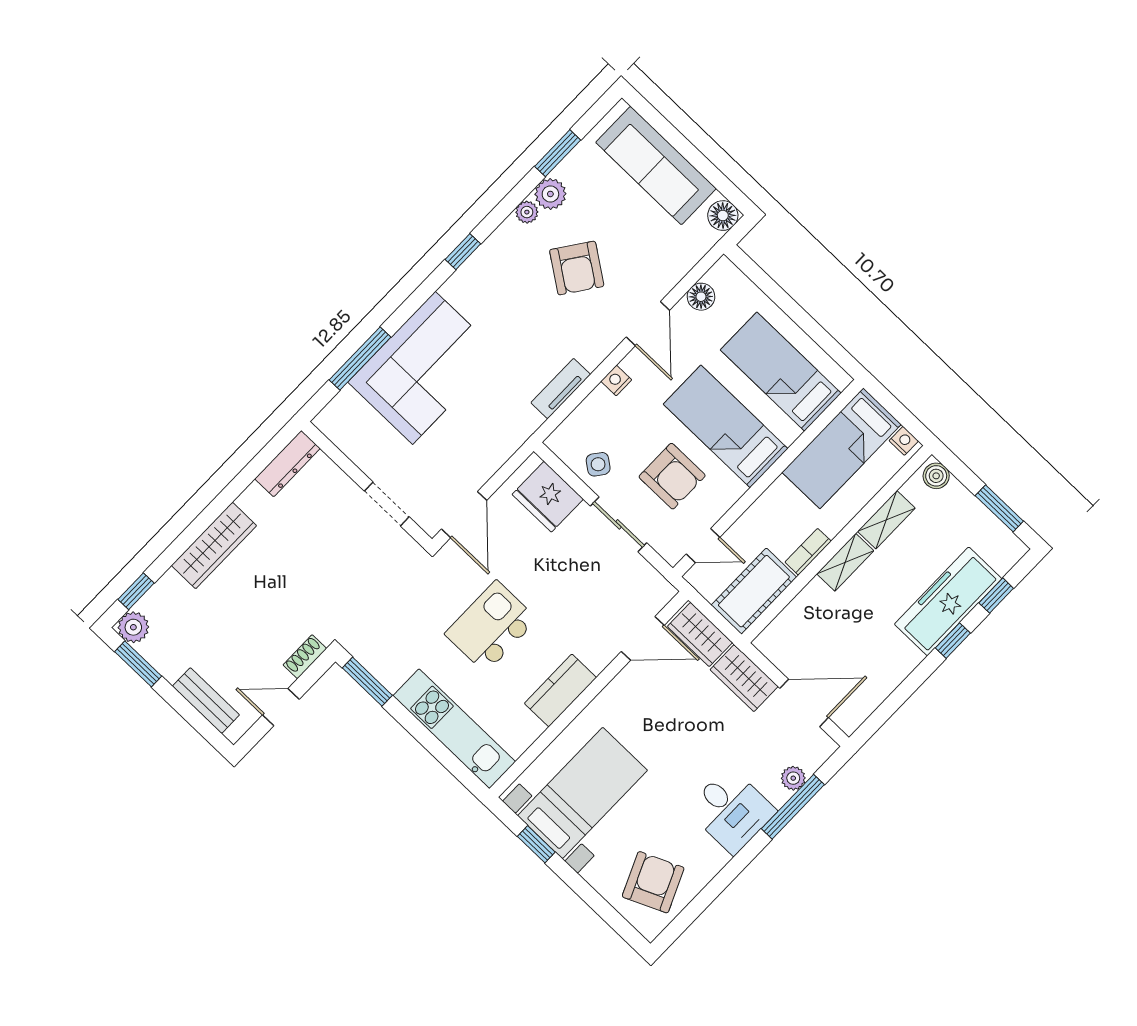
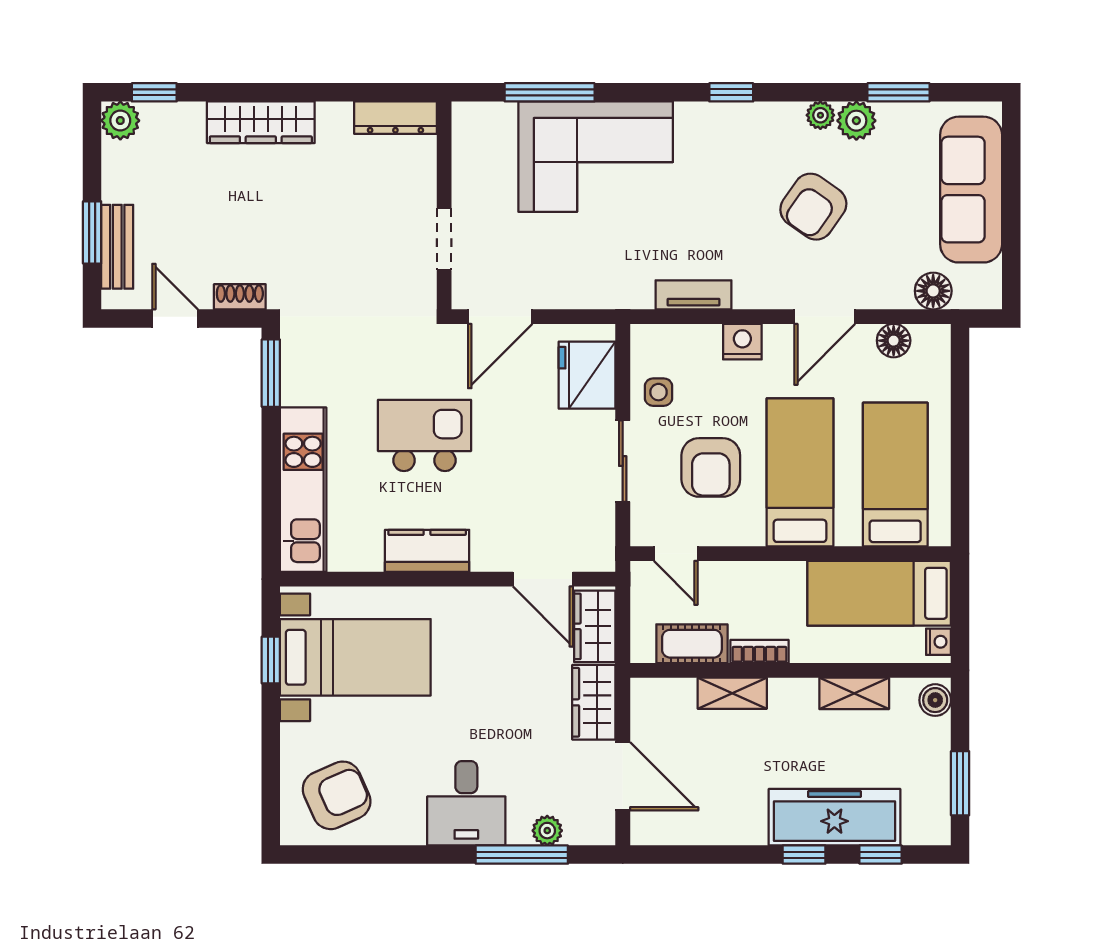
floor lamp: (723, 216) -> (933, 291), moved
nightstand: (616, 380) -> (742, 342), width x1.39, depth x1.35
side table: (598, 464) -> (658, 392), turned -37
shelving: (845, 562) -> (732, 693), moved
cot: (754, 591) -> (692, 644), width x0.73, depth x0.75
window: (138, 664) -> (92, 232), moved

